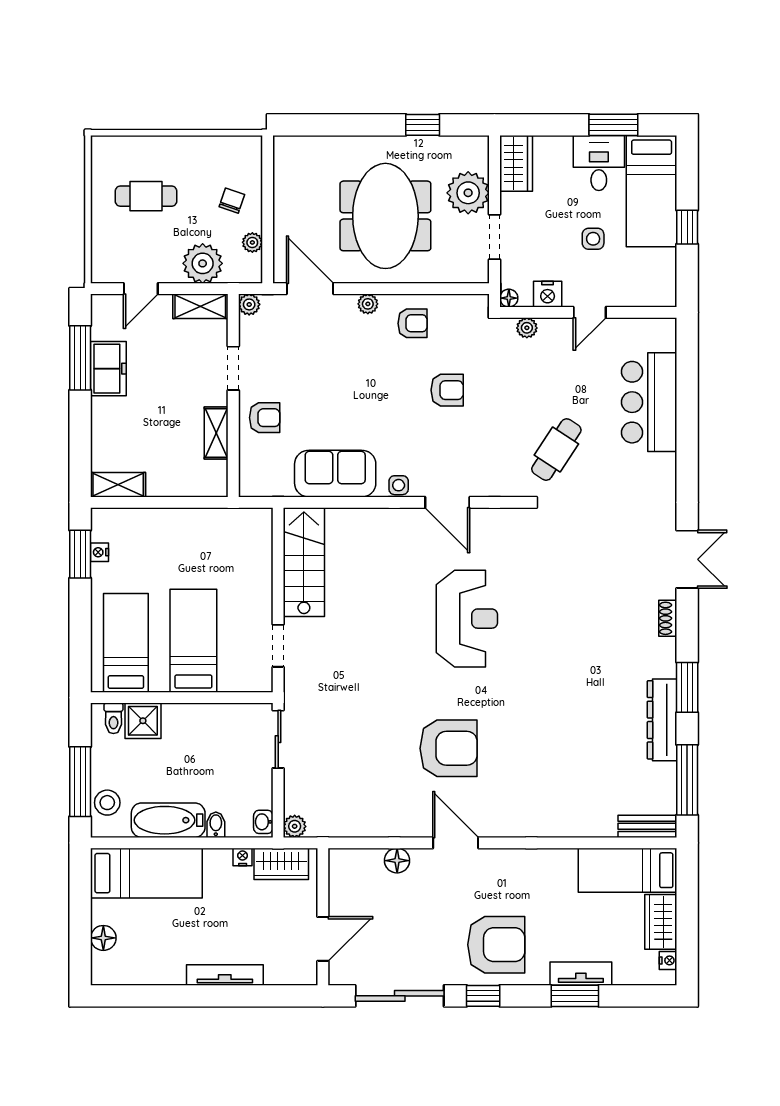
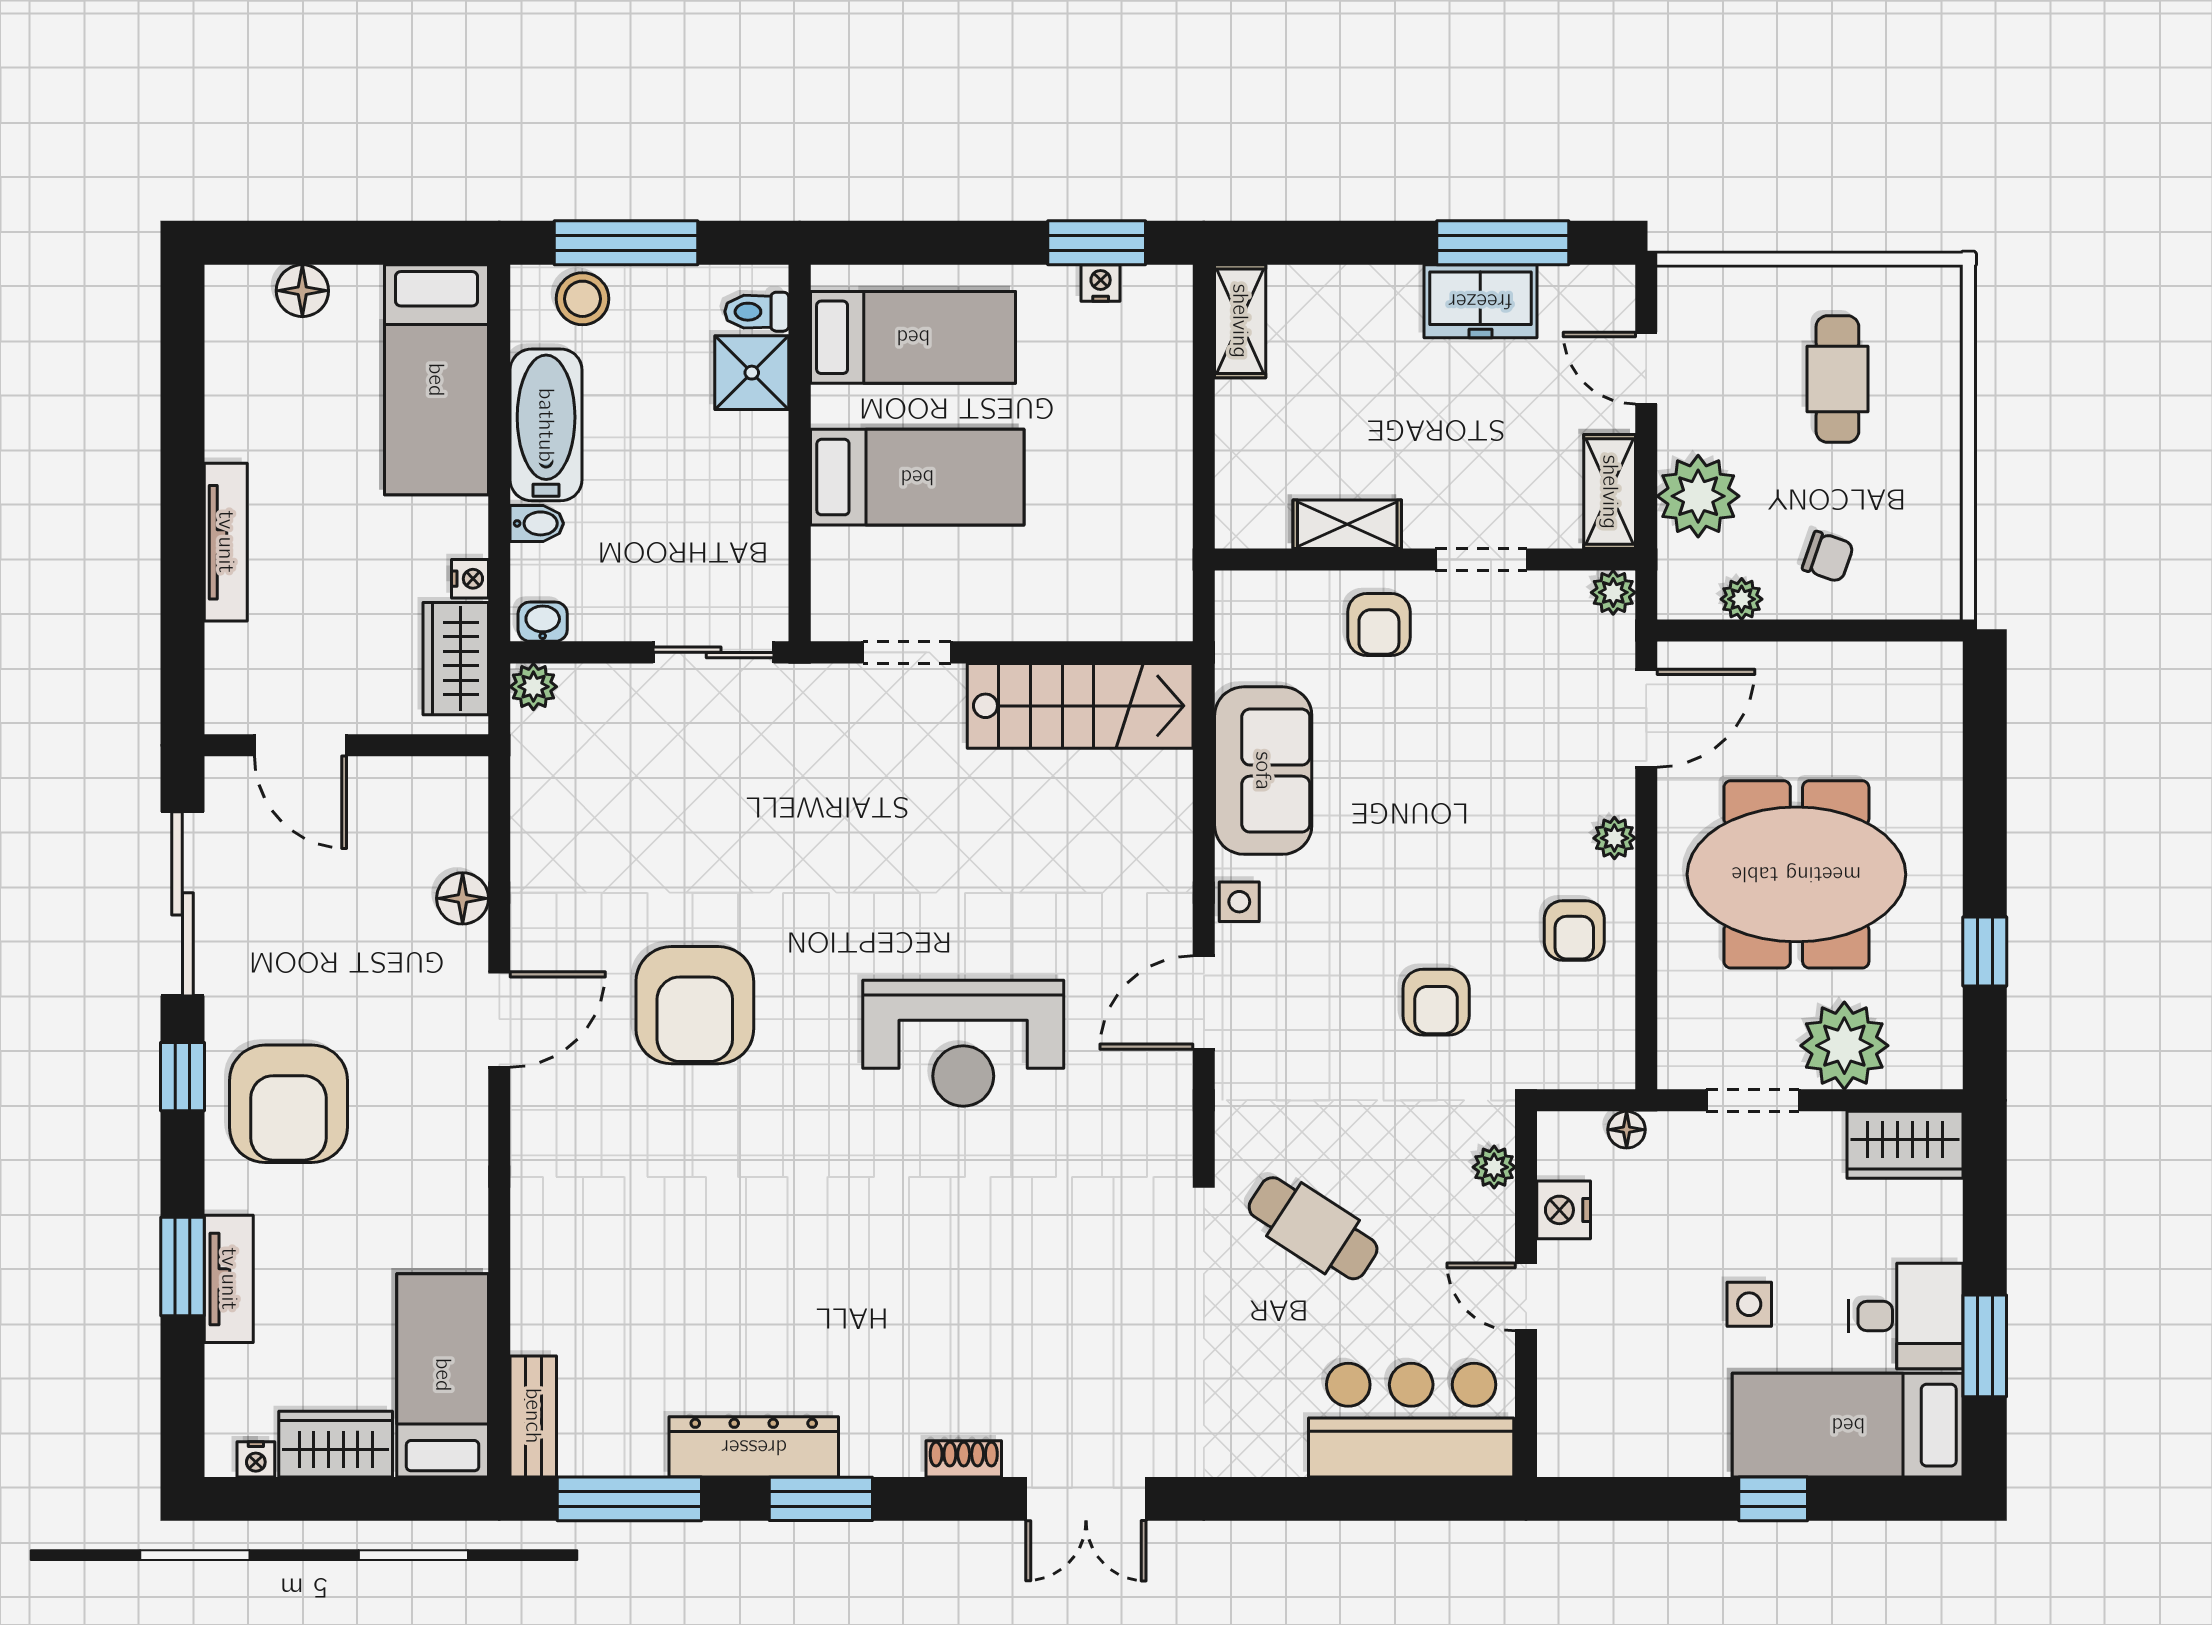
nightstand: (548, 294) -> (1564, 1210), moved
wall: (588, 312) -> (1526, 1294), moved
door: (590, 312) -> (1526, 1297), moved
plant: (527, 328) -> (1494, 1167), moved

